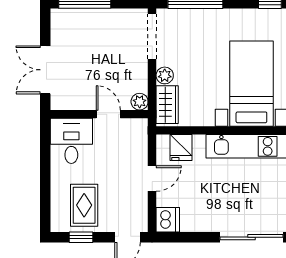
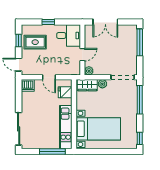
double door: (45, 70) -> (105, 22), swing flipped
window: (45, 180) -> (48, 22), added

